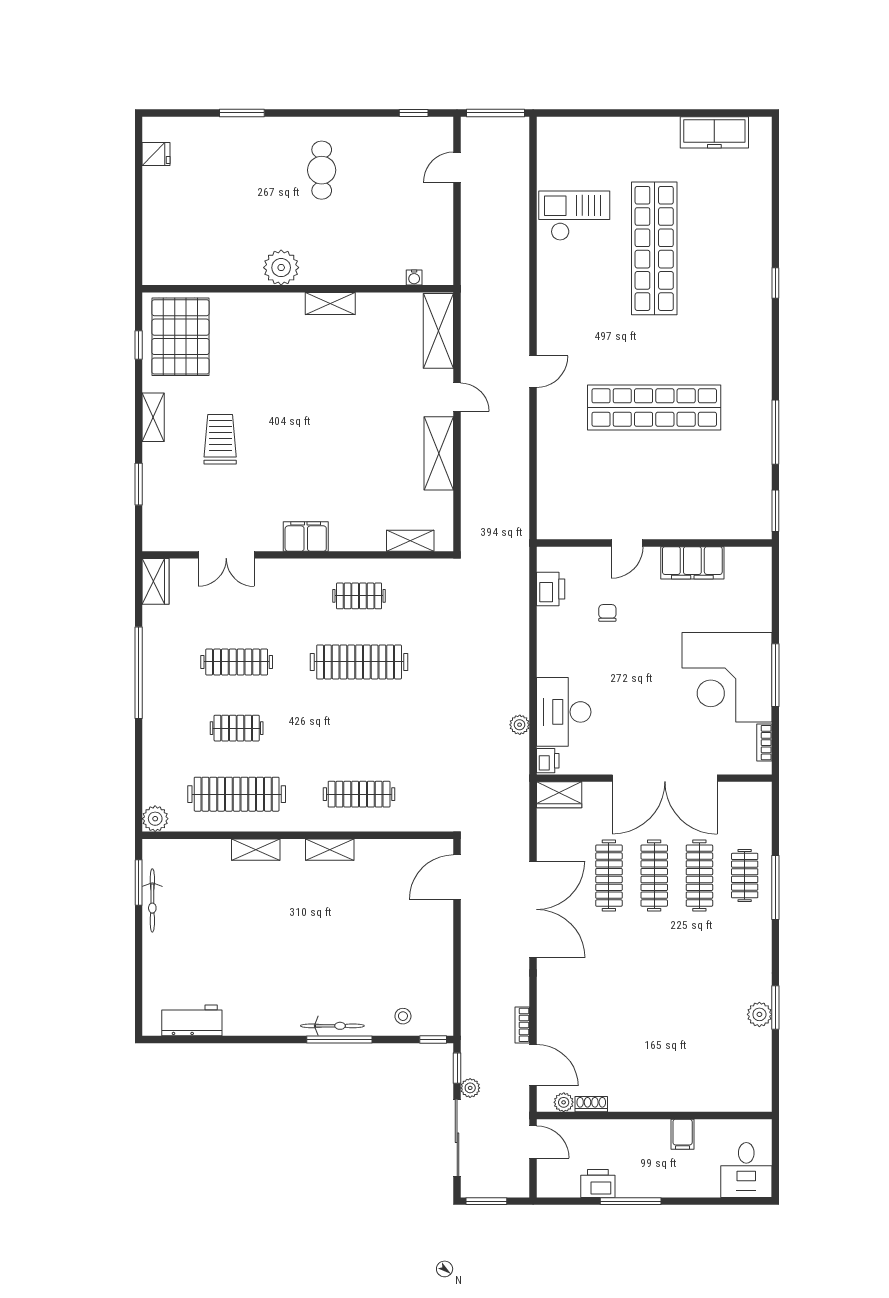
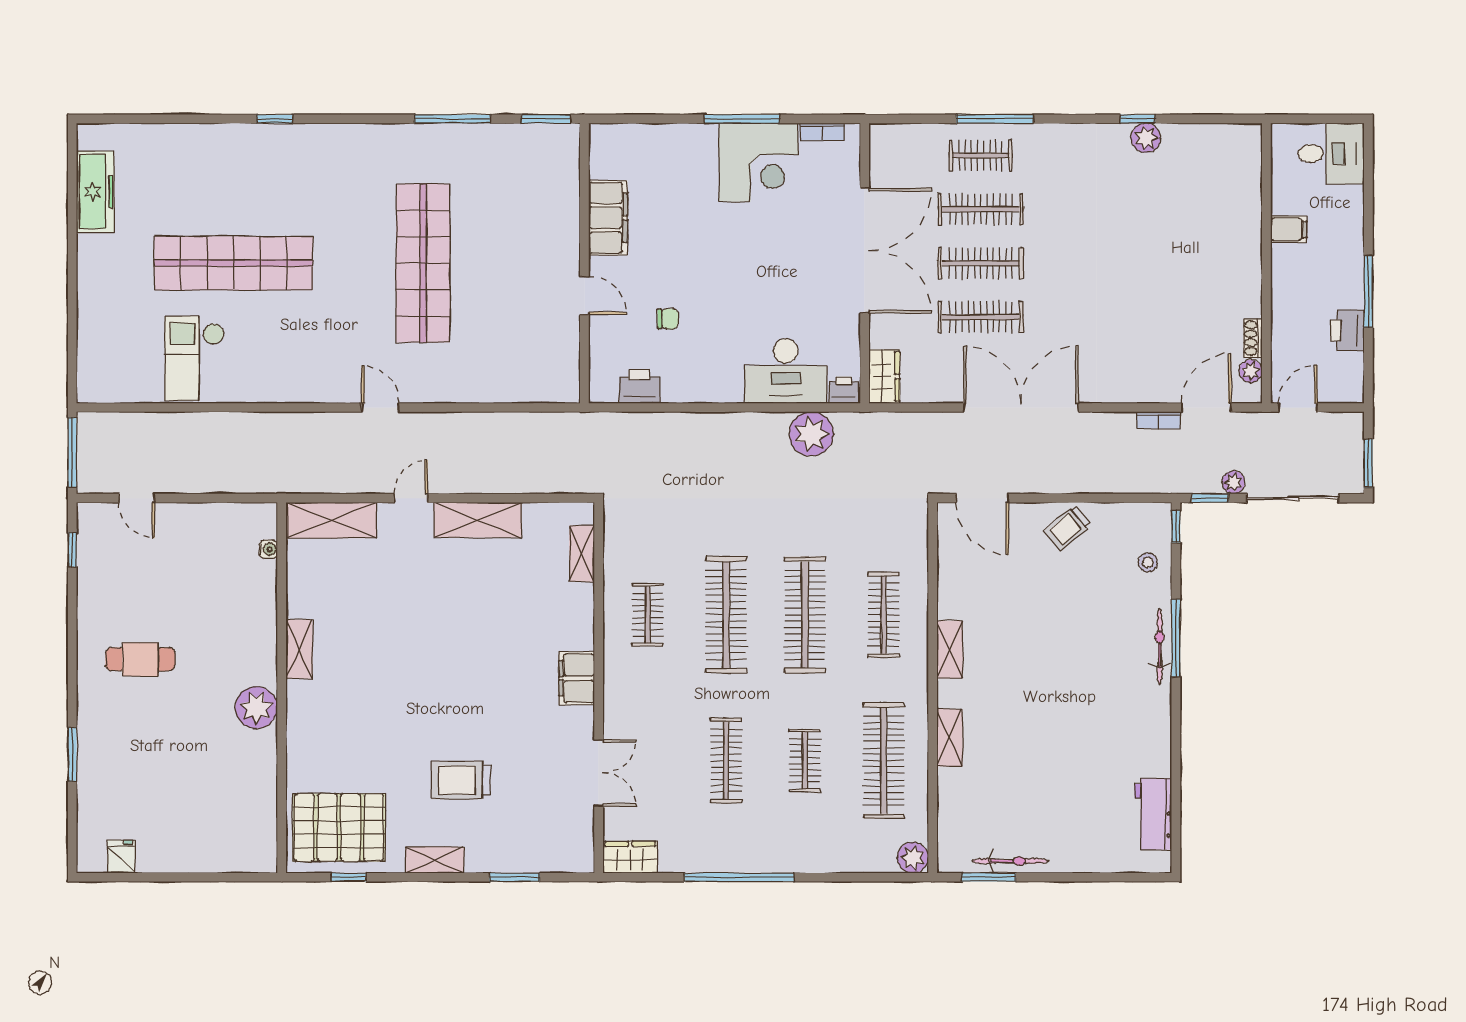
chair: (607, 613) -> (668, 319), turned 180
corner desk: (727, 677) -> (758, 162), width x0.74, depth x0.74
plant: (520, 725) -> (811, 434), width x1.88, depth x1.88
clothes rail: (359, 728) -> (805, 615), added
trolley: (432, 949) -> (1068, 528), added
window: (775, 1008) -> (1138, 119), width x0.67

